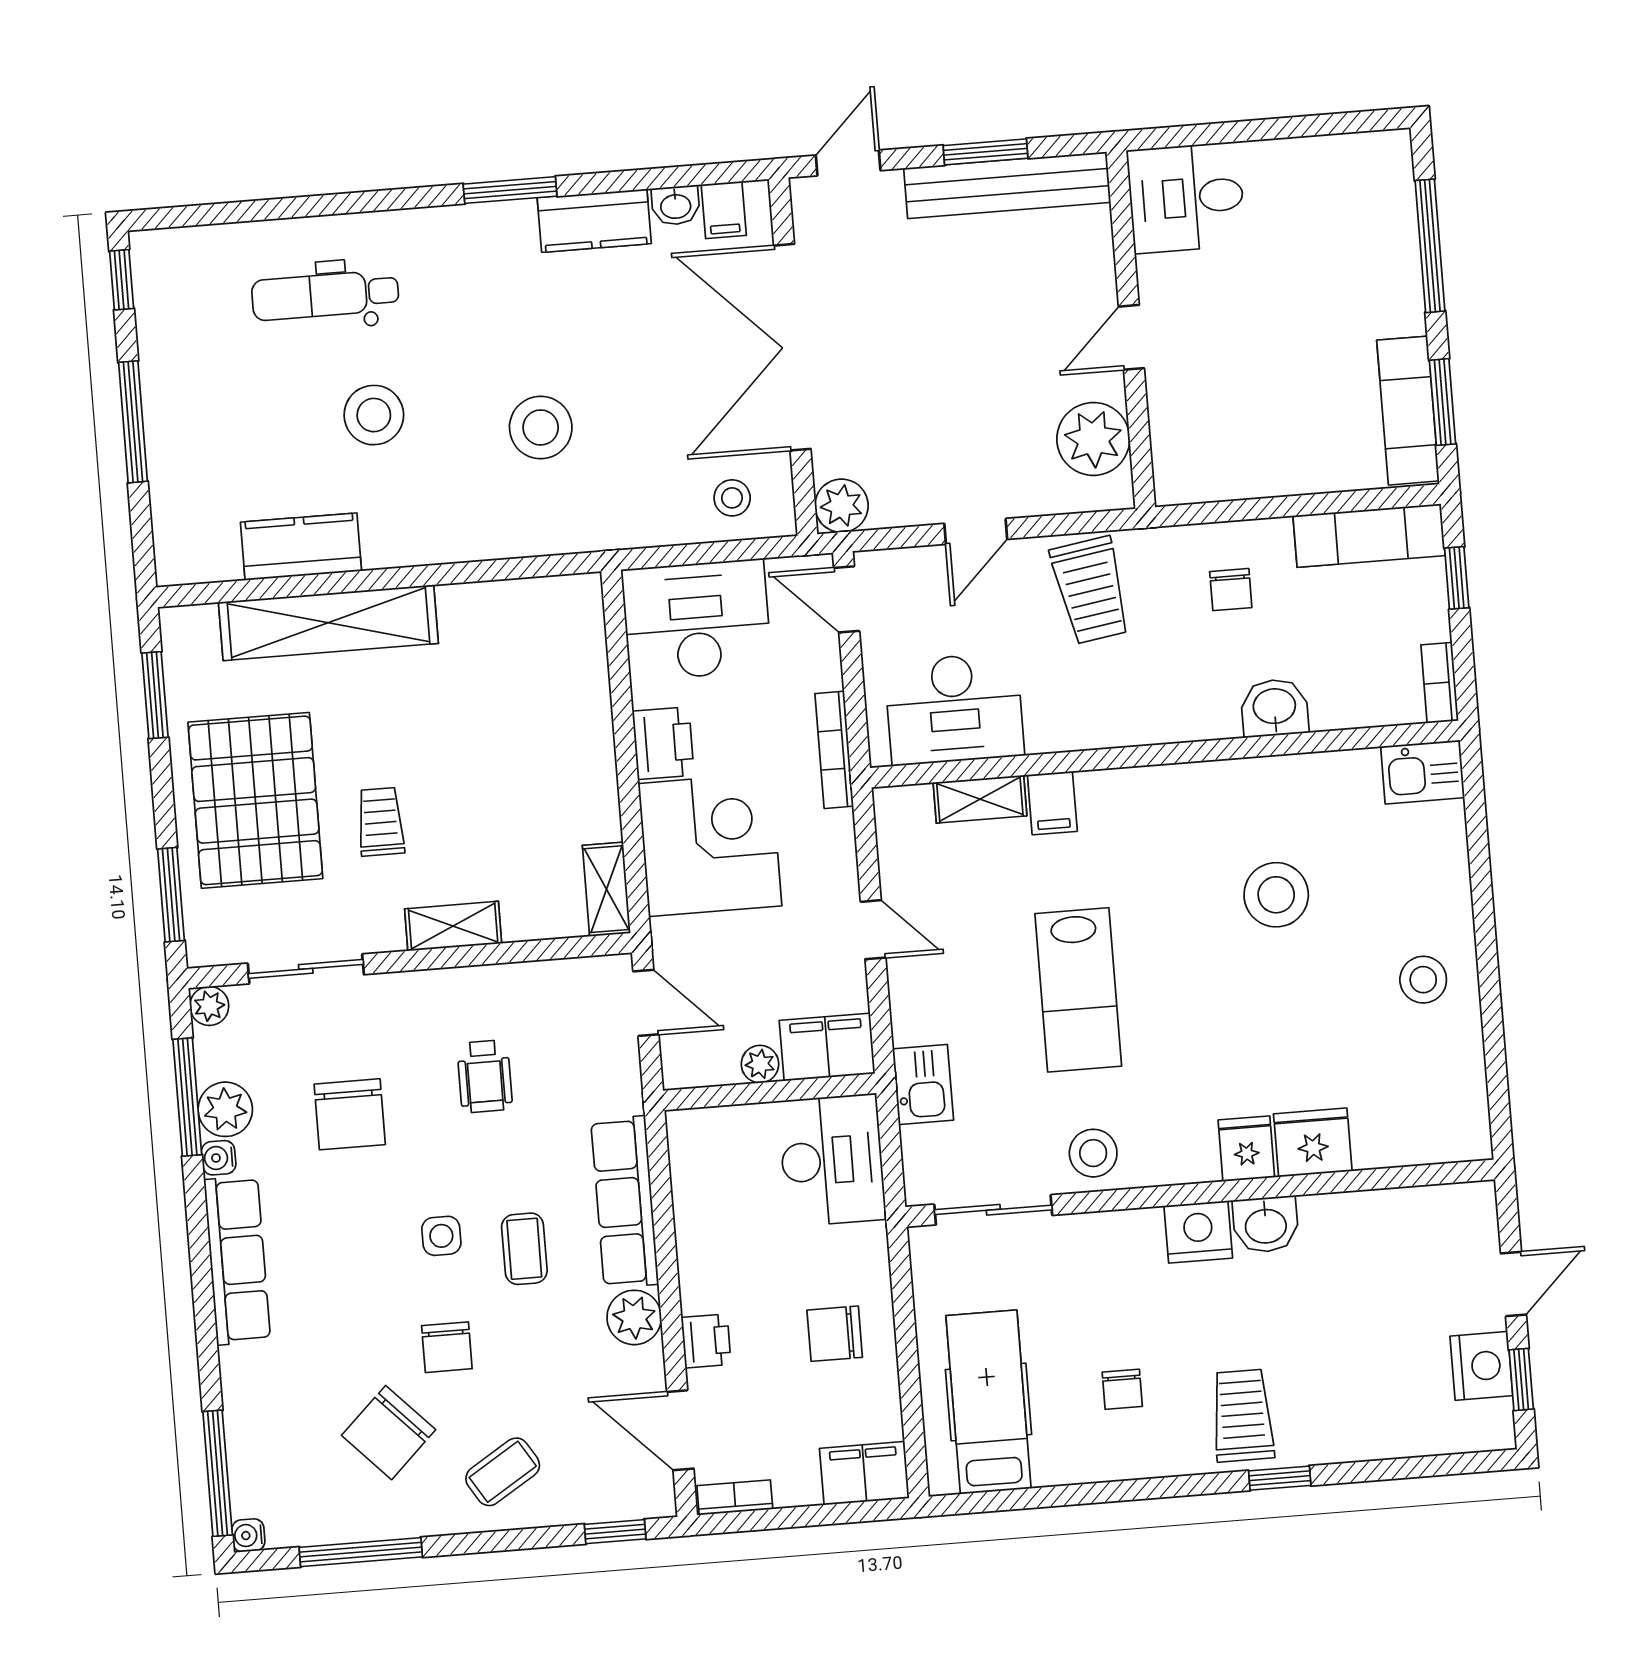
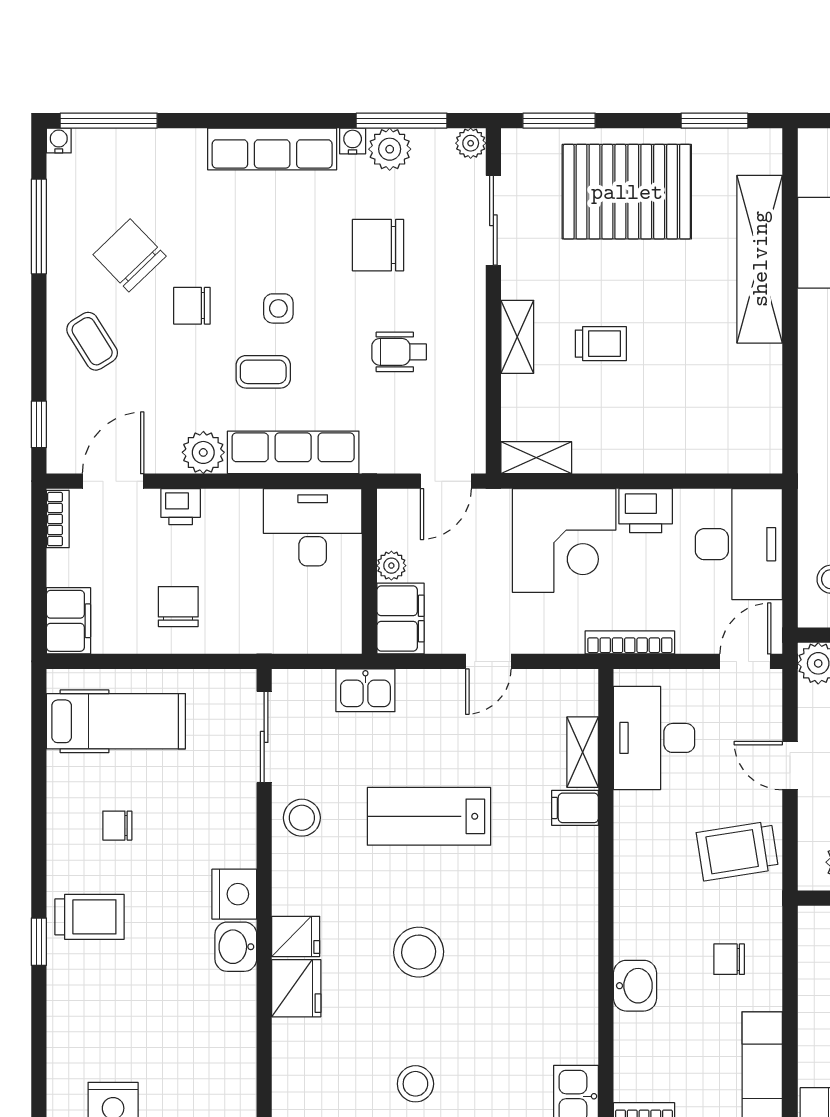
trolley: (381, 822) -> (601, 344), moved
stool: (1276, 895) -> (419, 952), moved
desk: (832, 1160) -> (313, 527), moved, turned 180

